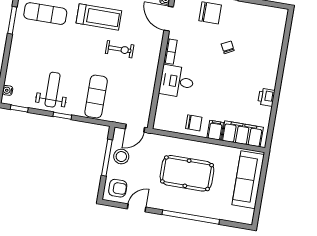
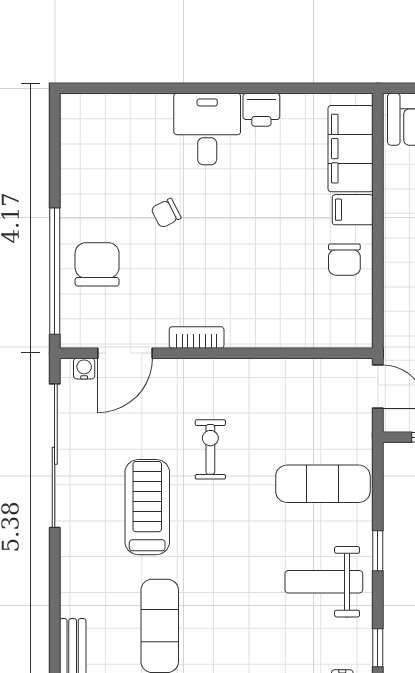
desk: (177, 81) -> (207, 129), moved, turned 180
chair: (194, 123) -> (344, 260), turned 180

